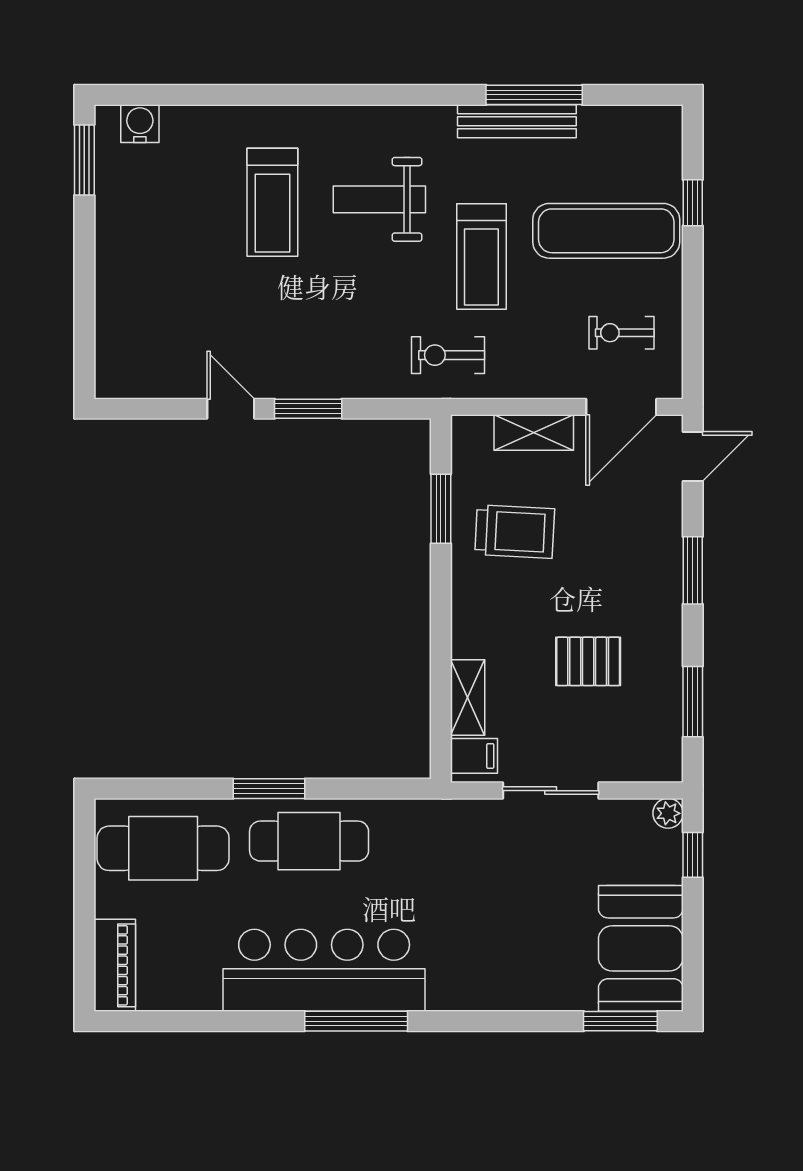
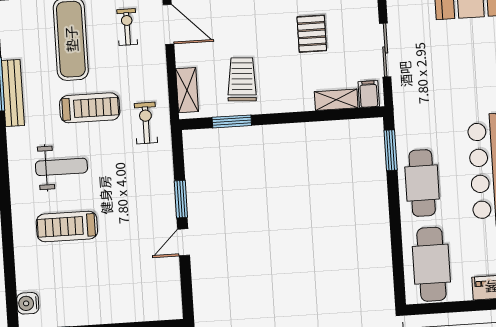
weight bench: (379, 199) -> (61, 167), turned -90
treadmill: (272, 202) -> (67, 226), turned 180
exercise bike: (622, 333) -> (127, 27), turned 180
exercise bike: (448, 355) -> (146, 123), turned 180
shelving: (534, 432) -> (187, 90), moved
window: (269, 789) -> (391, 150), moved

